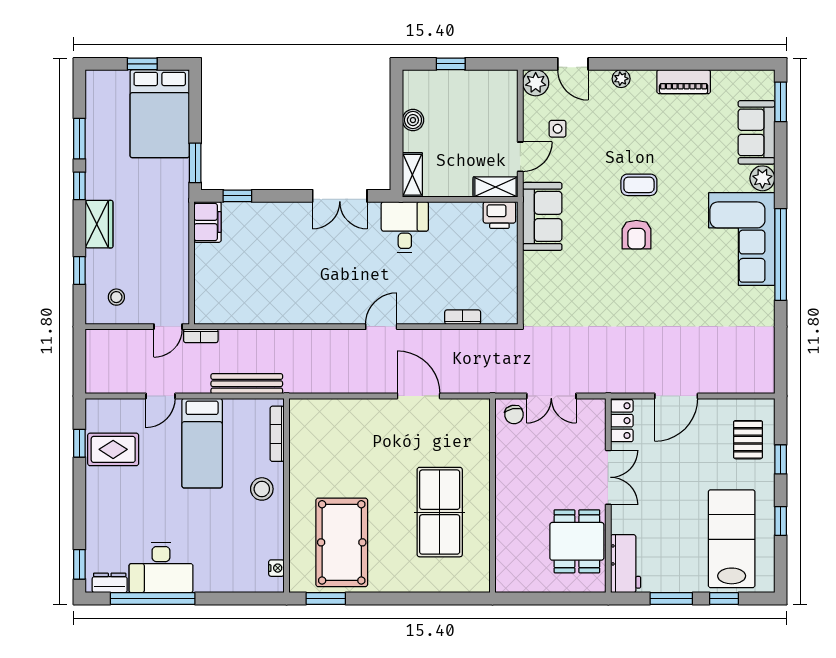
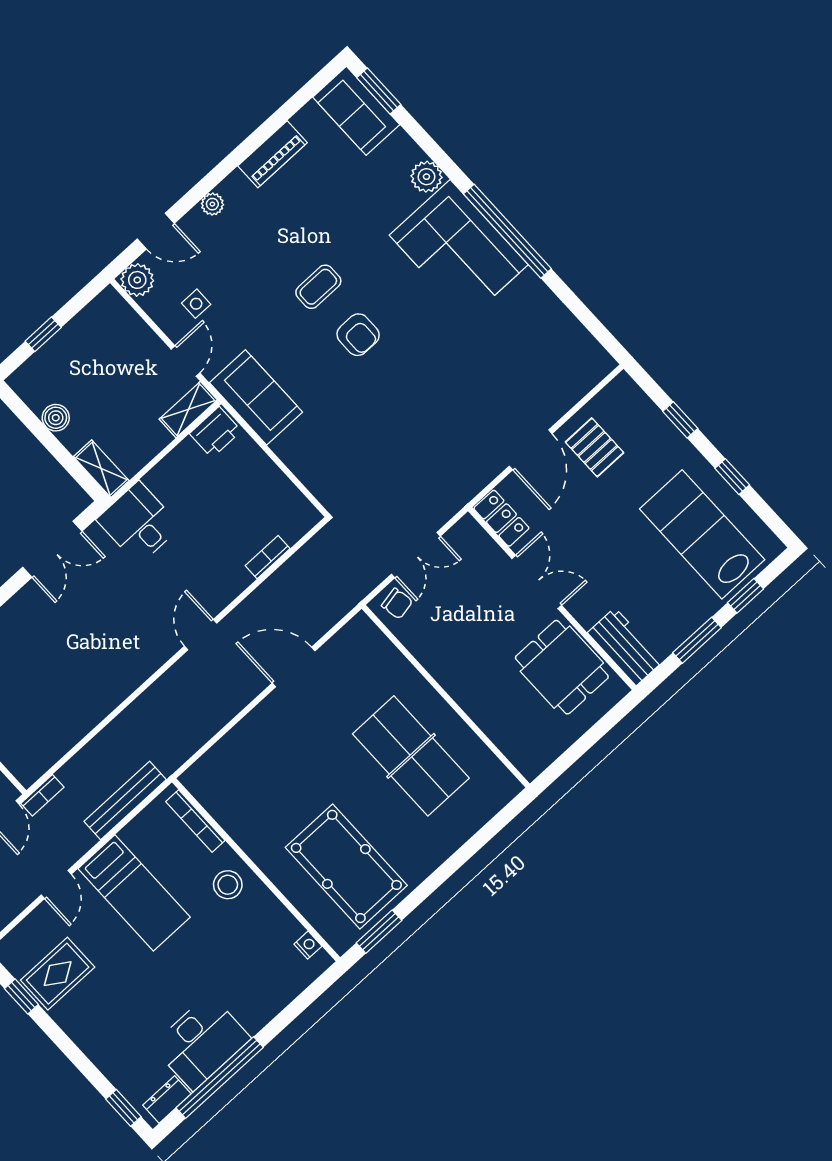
sofa: (757, 132) -> (356, 111), moved
pallet: (748, 440) -> (595, 447), moved

